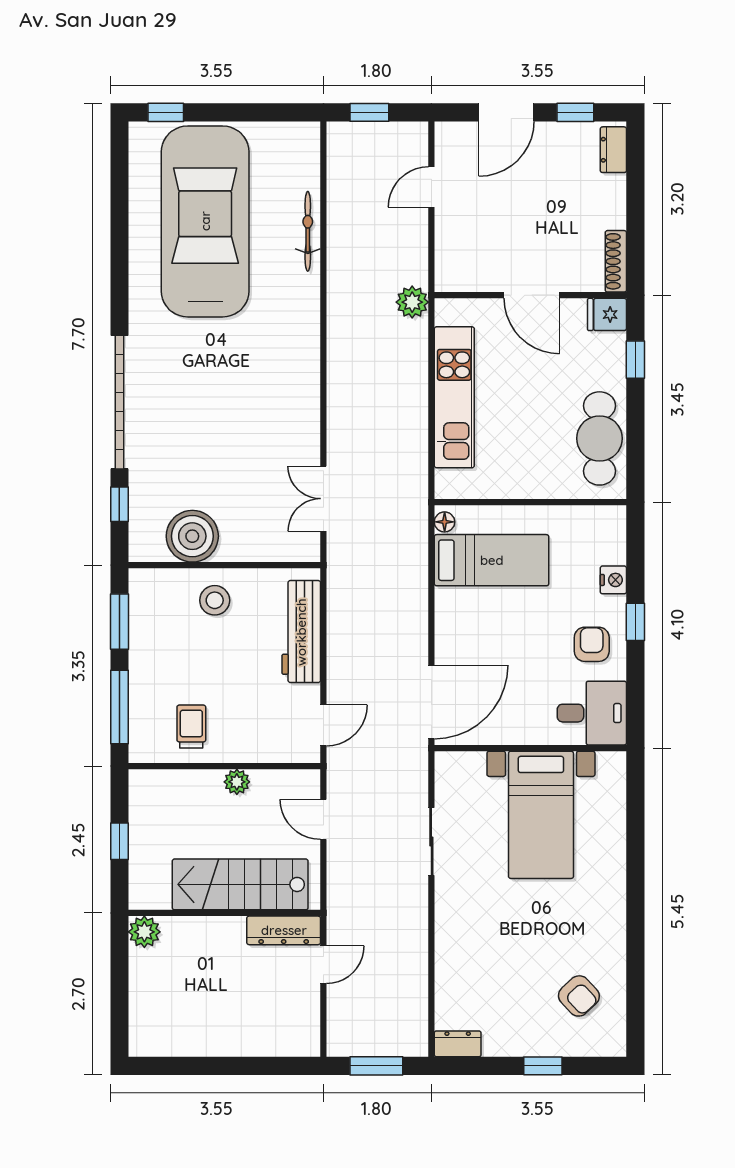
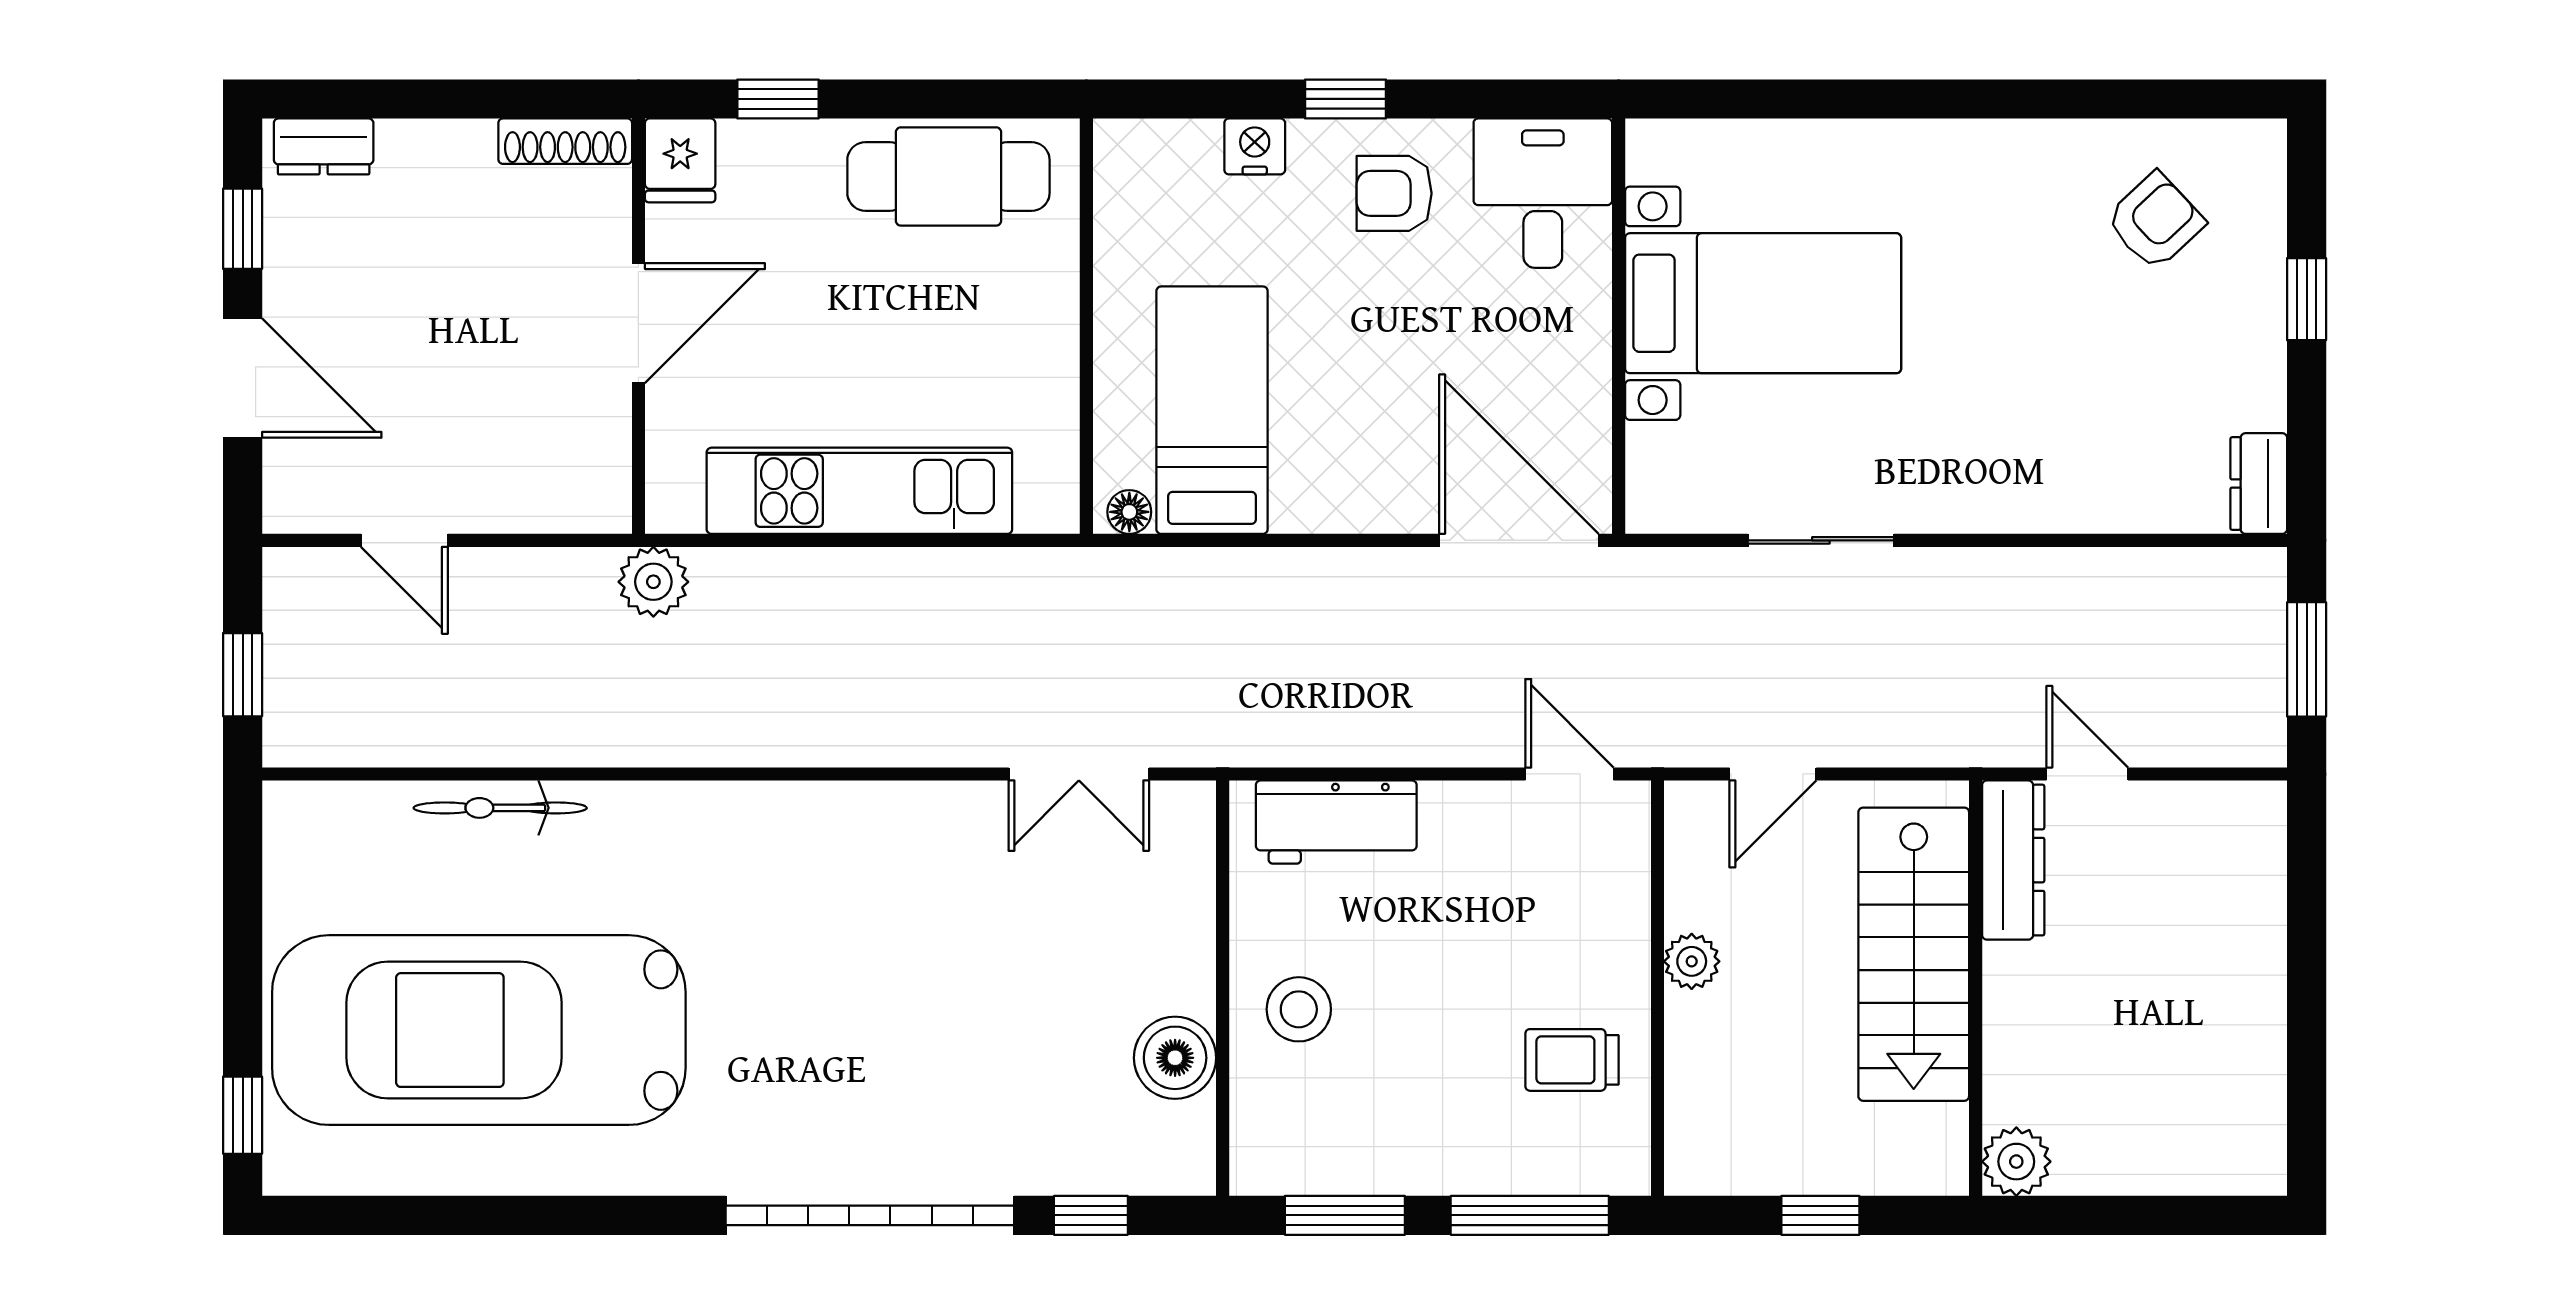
boiler: (192, 536) -> (1175, 1058), width x0.73, depth x0.73
workbench: (301, 632) -> (1336, 822), width x0.73

